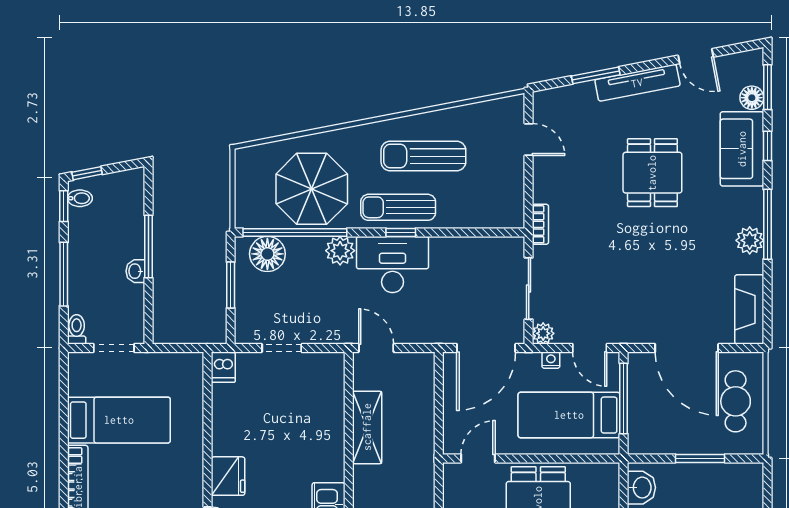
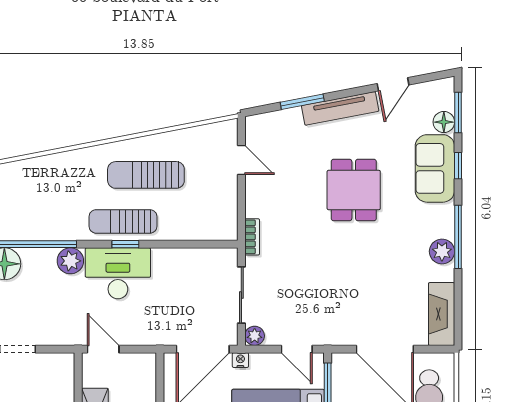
door: (696, 56) -> (393, 84), hinge flipped
parasol: (312, 189) -> (45, 205), removed
nightstand: (551, 360) -> (240, 360), moved

